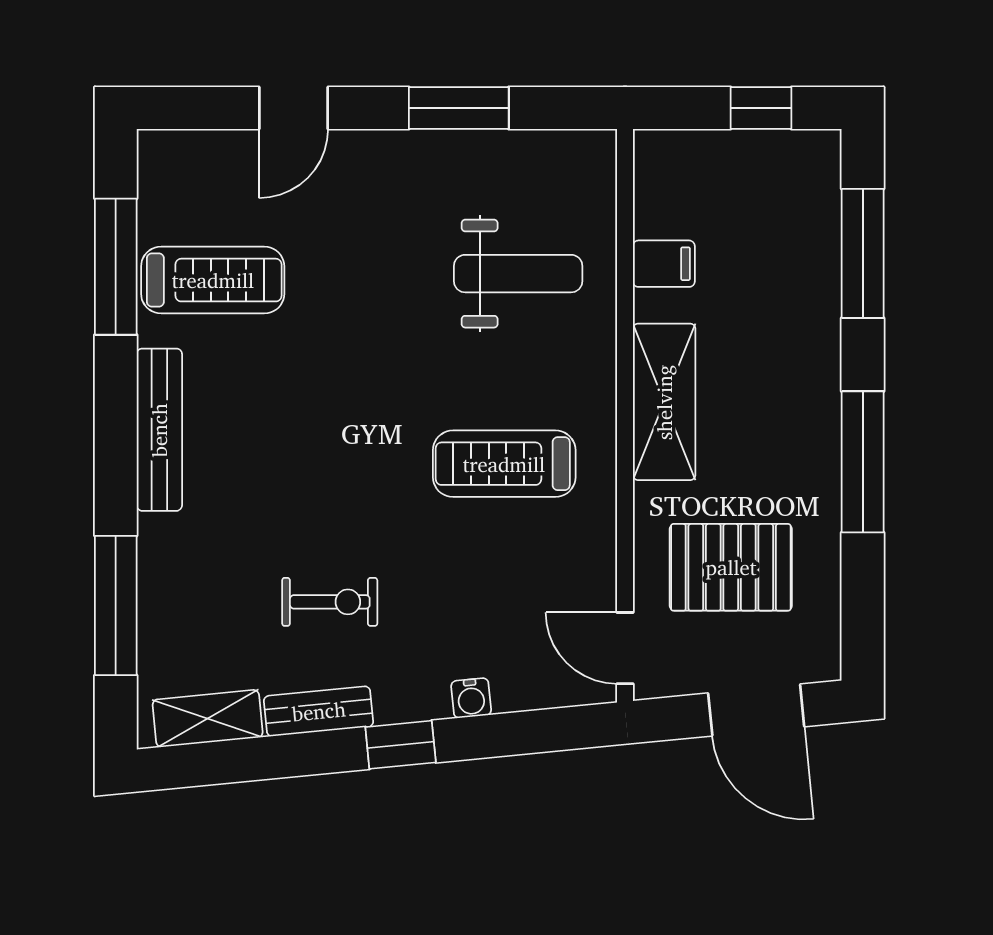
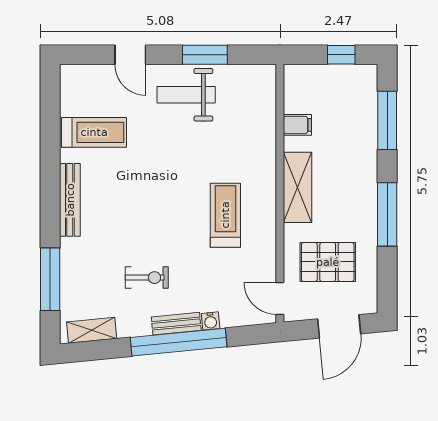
door: (293, 108) -> (130, 55), hinge flipped
window: (116, 267) -> (50, 126), removed
weight bench: (518, 274) -> (186, 95), moved, turned 180
treadmill: (504, 464) -> (225, 215), turned 90
door: (756, 710) -> (339, 326), hinge flipped
bench: (319, 711) -> (176, 324), moved
window: (401, 745) -> (179, 342), width x3.17

